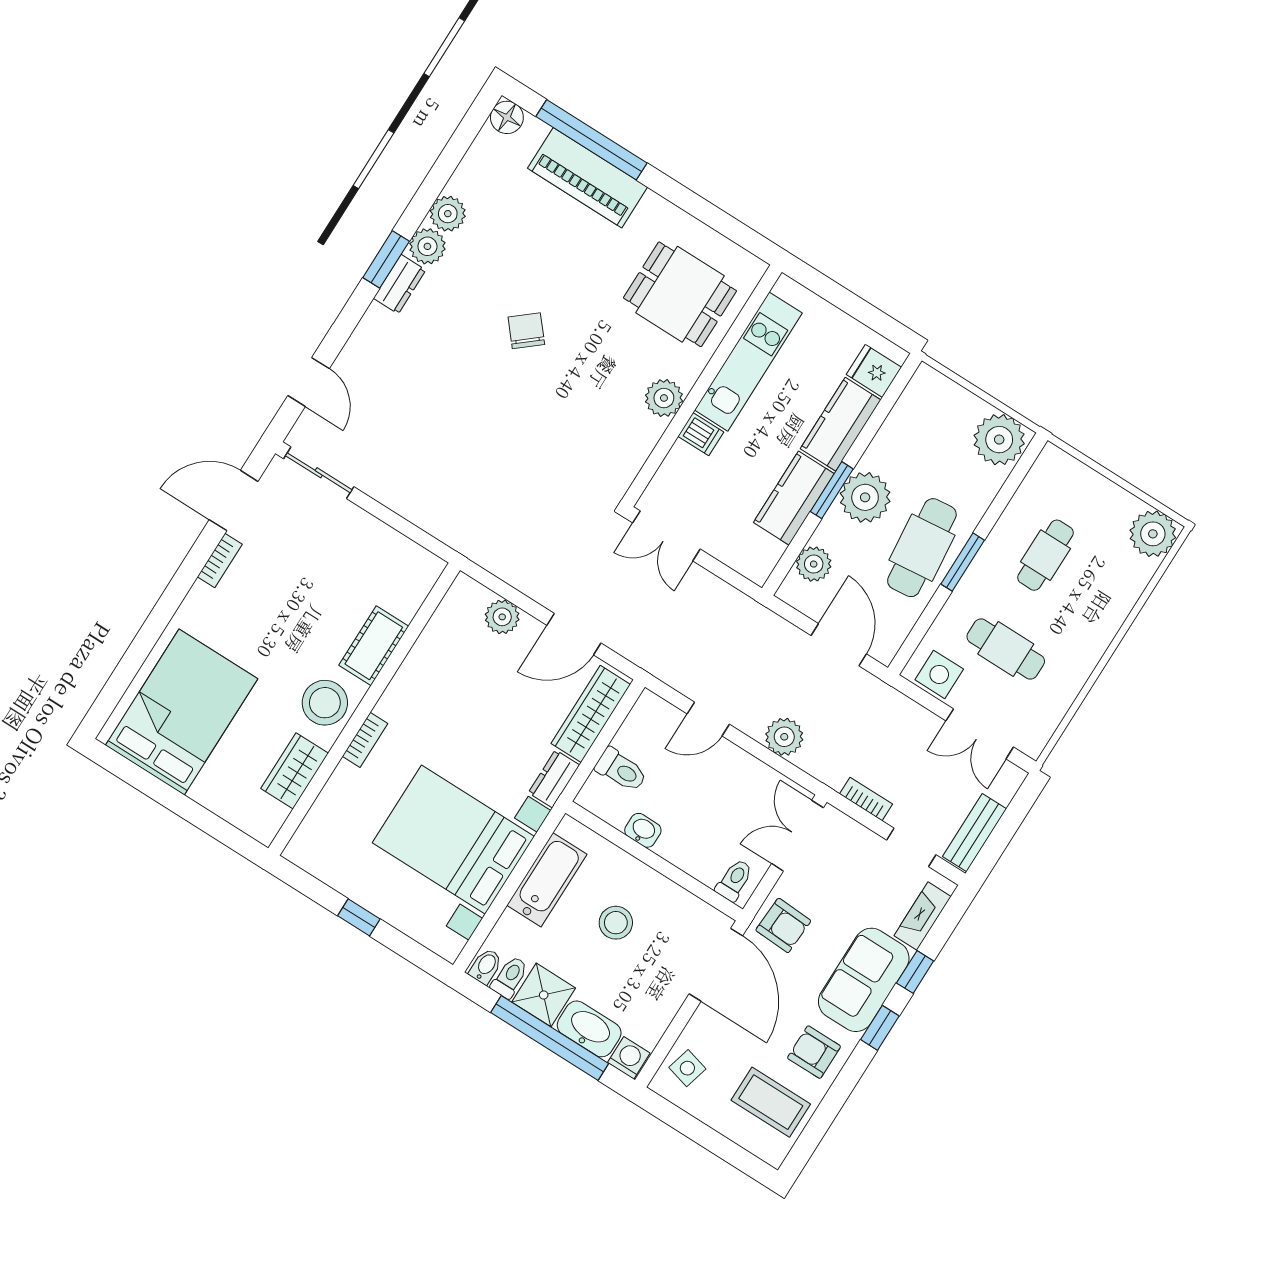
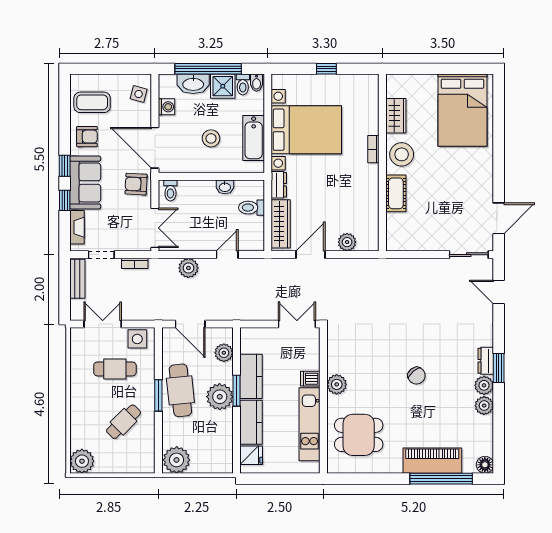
cafe table: (1046, 555) -> (124, 422), turned 45
bookcase: (220, 561) -> (488, 188), removed
washing machine: (629, 1058) -> (167, 107), moved, turned -90

